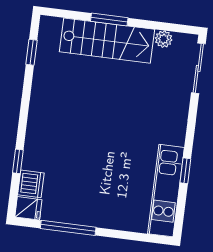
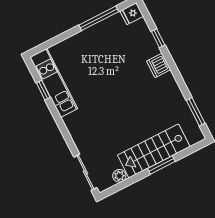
window: (32, 52) -> (196, 112), width x1.50
window: (185, 171) -> (43, 90), moved
dishwasher: (31, 184) -> (159, 65), moved

